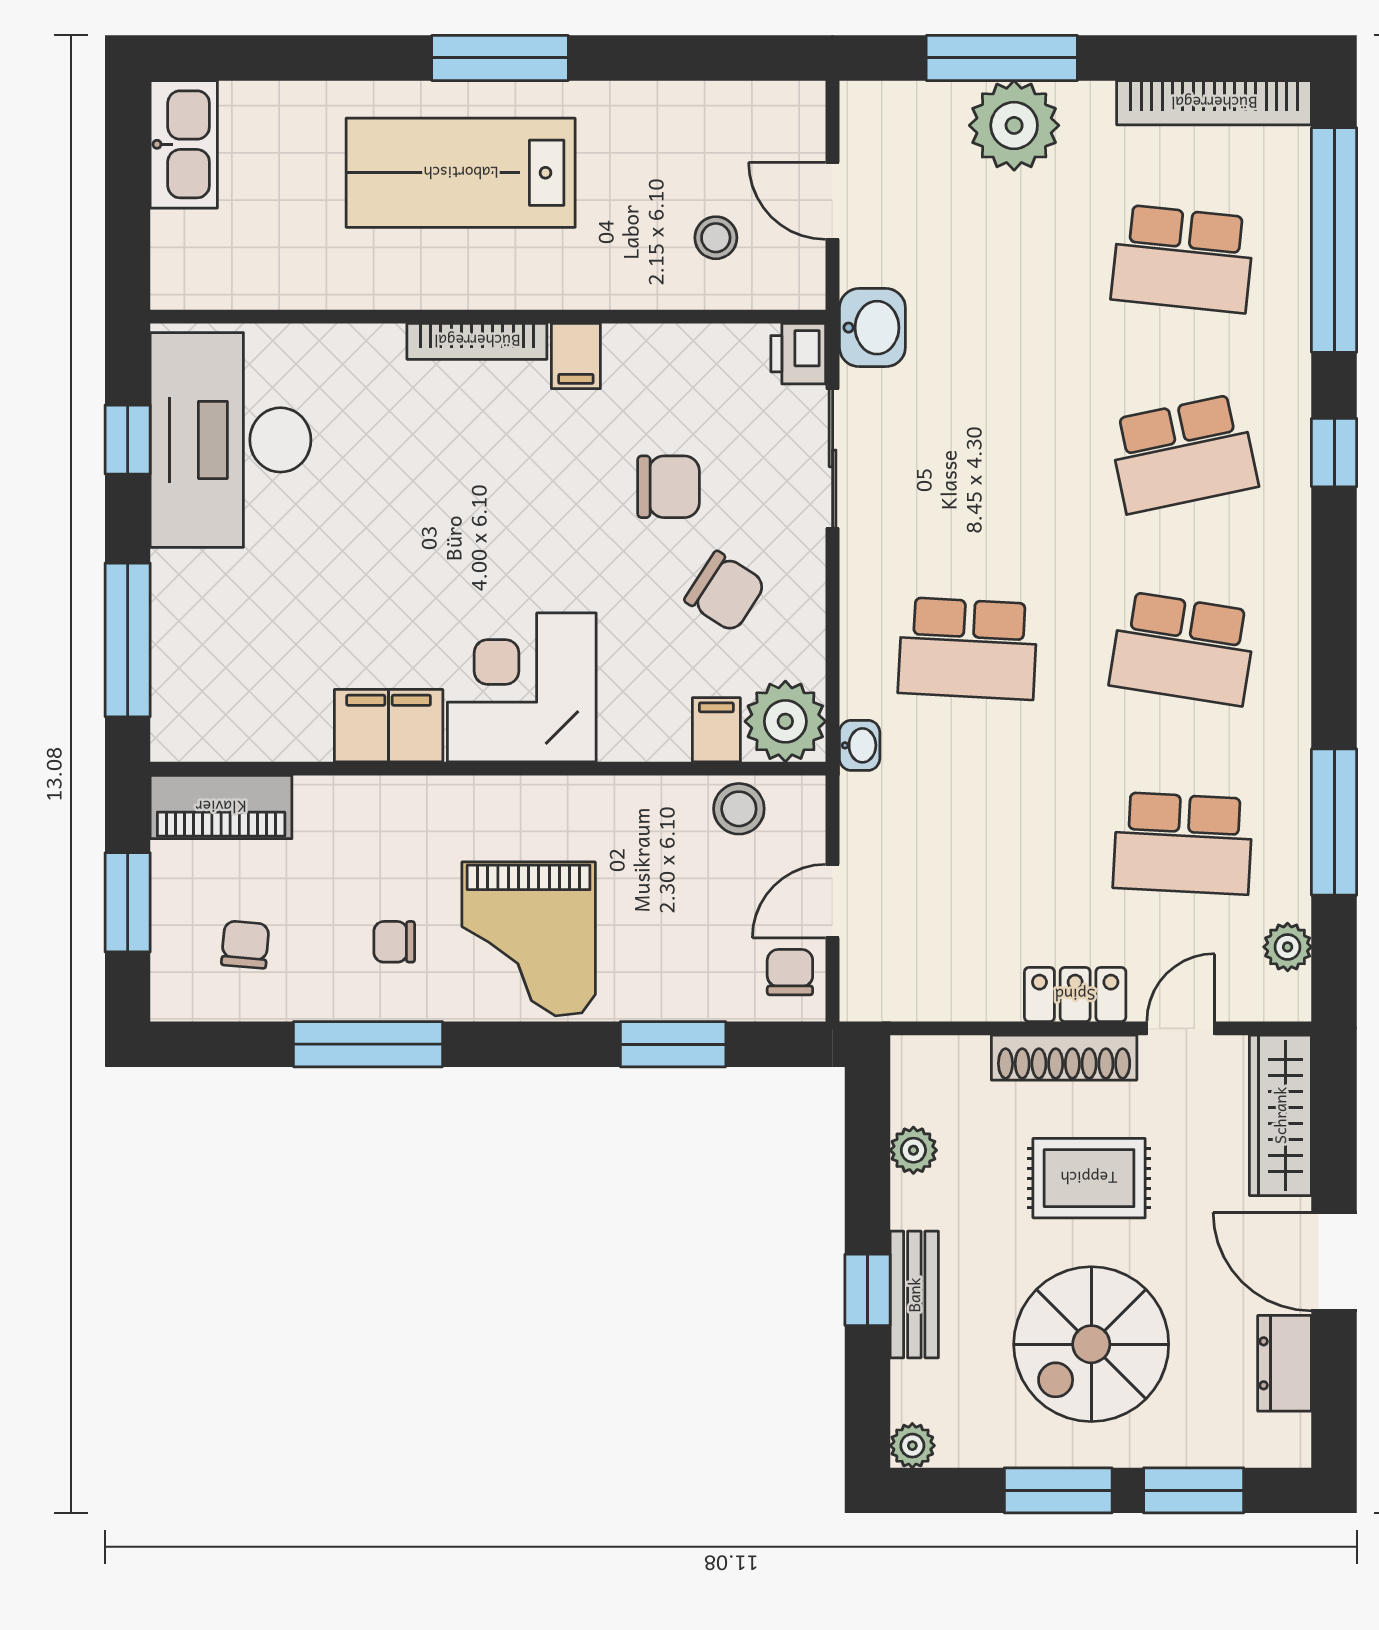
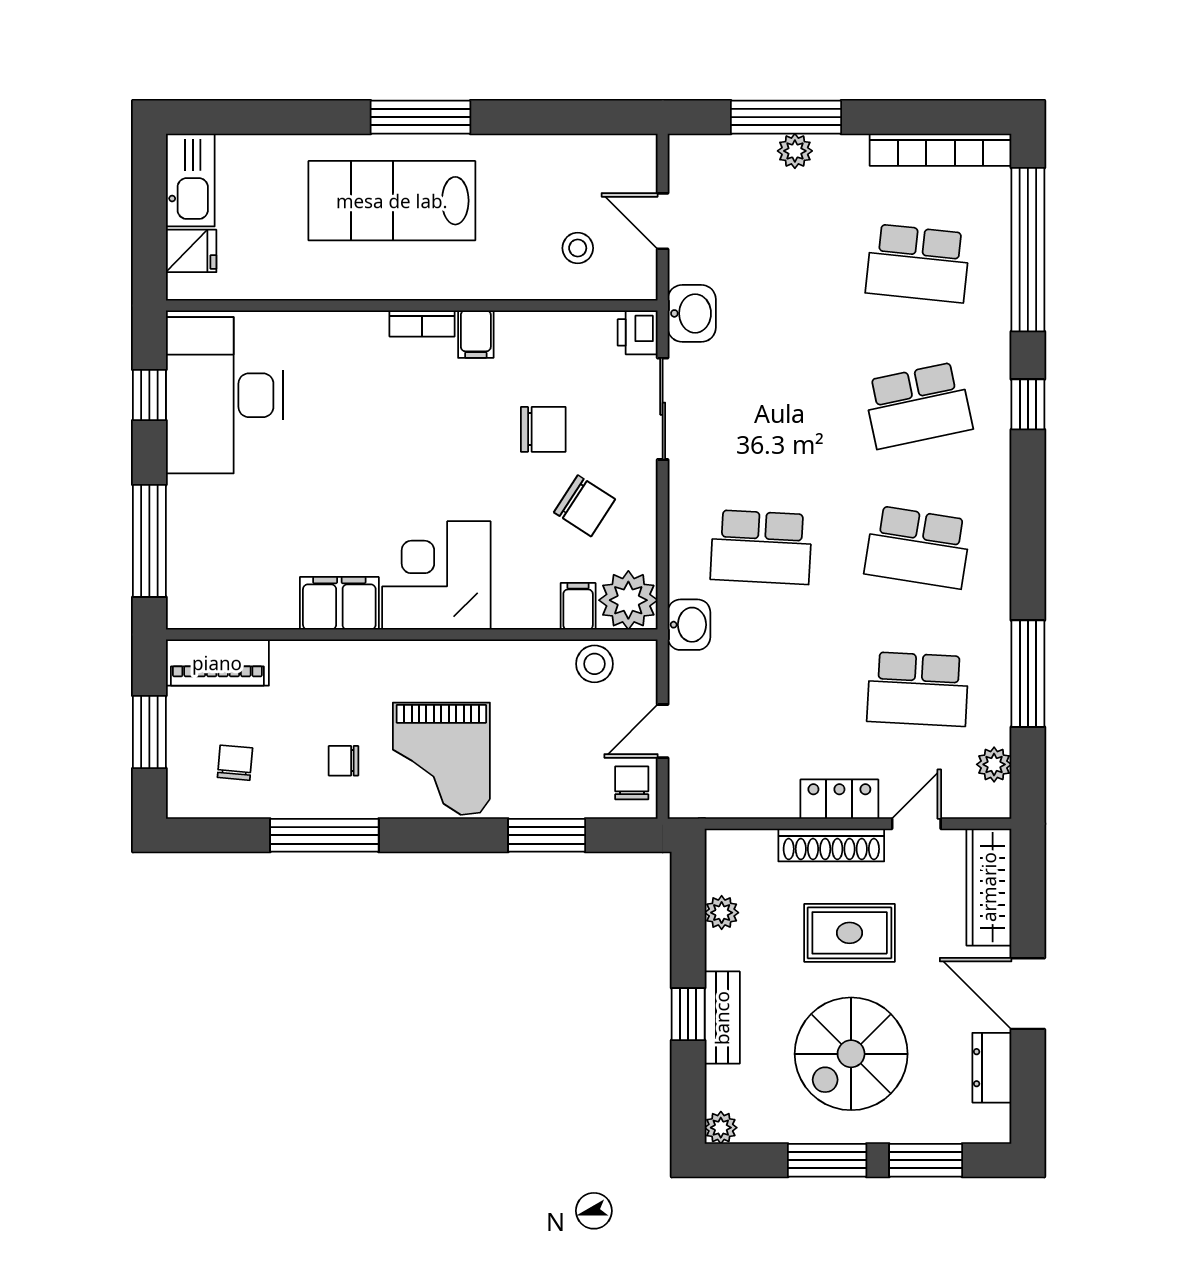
plant: (1014, 125) -> (795, 151), width x0.53, depth x0.53
fridge: (185, 242) -> (191, 251), added
bookcase: (477, 341) -> (422, 323), width x0.64
washbasin: (860, 745) -> (689, 625), width x1.38, depth x1.45

